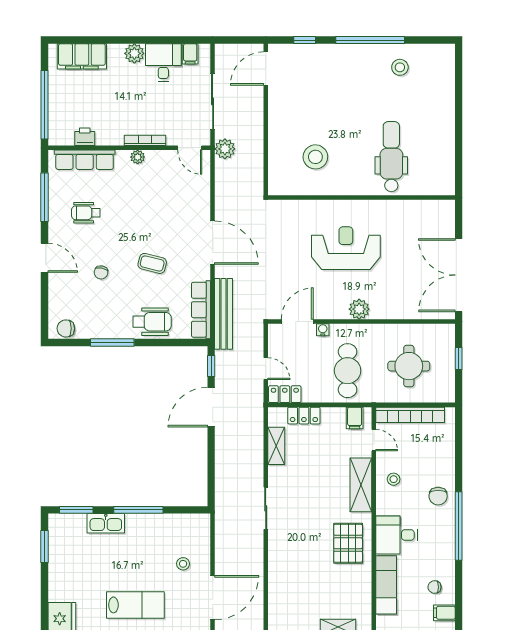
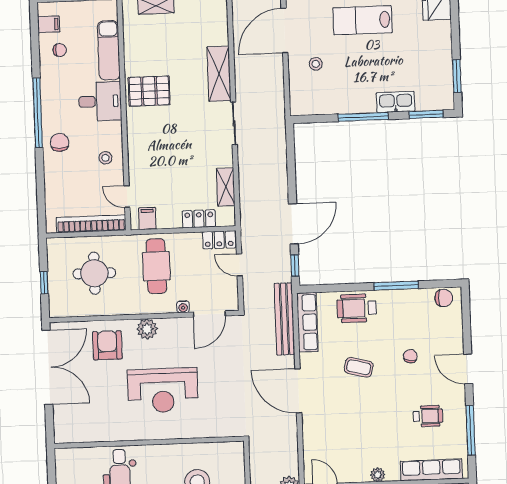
armchair: (399, 295) -> (107, 345), added
shelving: (361, 485) -> (219, 74), moved
pallet: (348, 543) -> (149, 91), turned 90

